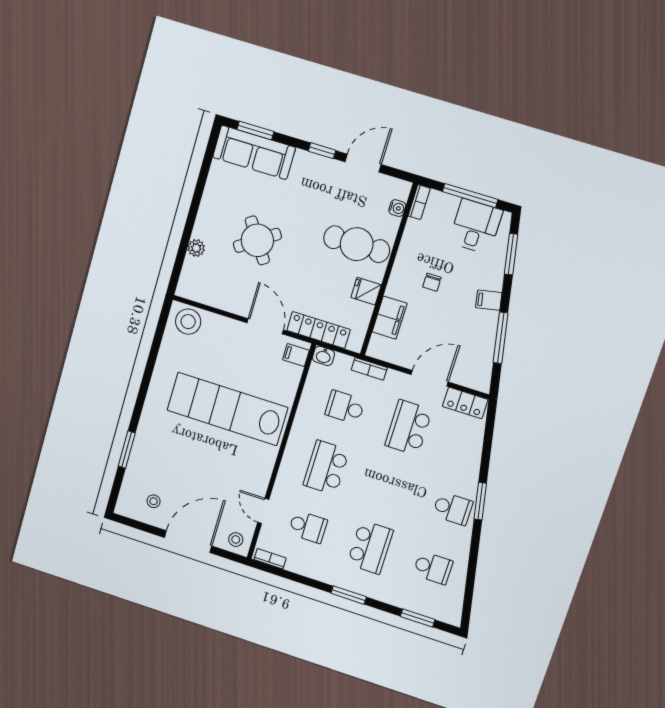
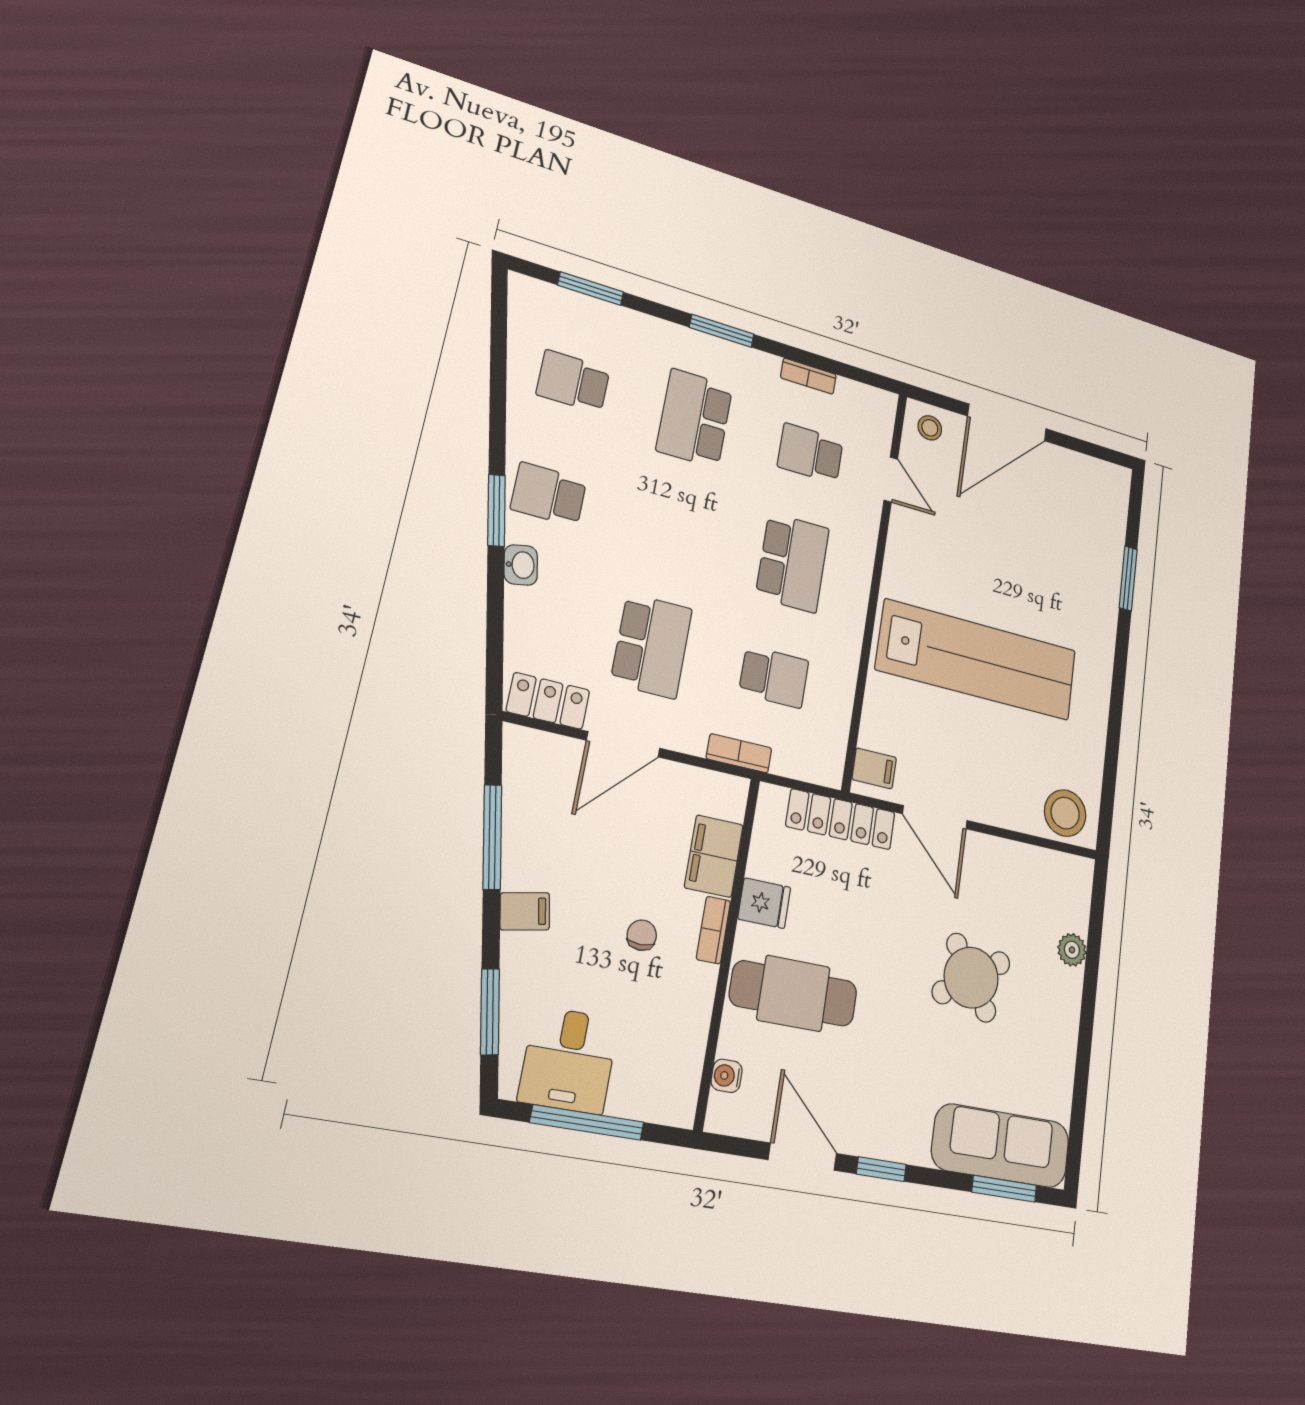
door: (363, 163) -> (803, 1157), swing flipped
bookcase: (419, 202) -> (713, 930), moved
washbasin: (324, 356) -> (521, 565), moved, turned 79
stool: (154, 501) -> (1073, 491), removed
bookcase: (270, 559) -> (808, 376), moved

